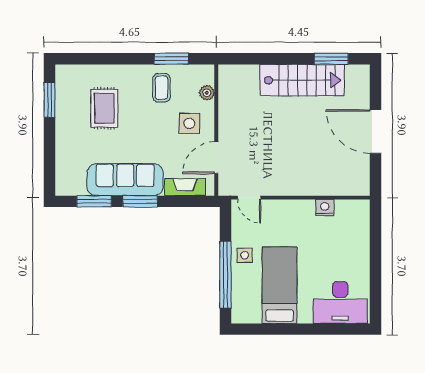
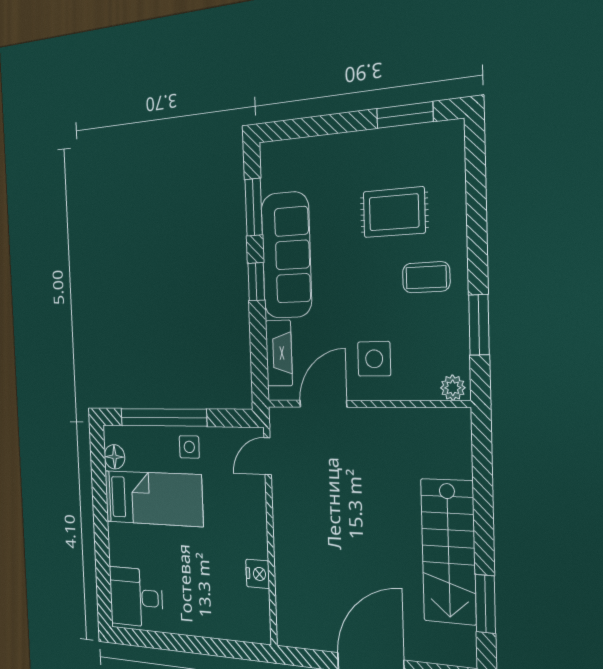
coffee table: (161, 88) -> (426, 277), moved
plant: (207, 93) -> (453, 388), moved
door: (216, 158) -> (323, 404), hinge flipped
window: (140, 201) -> (256, 282), width x0.67
desk: (340, 302) -> (136, 597), width x0.73
floor lamp: (252, 315) -> (114, 457), added

